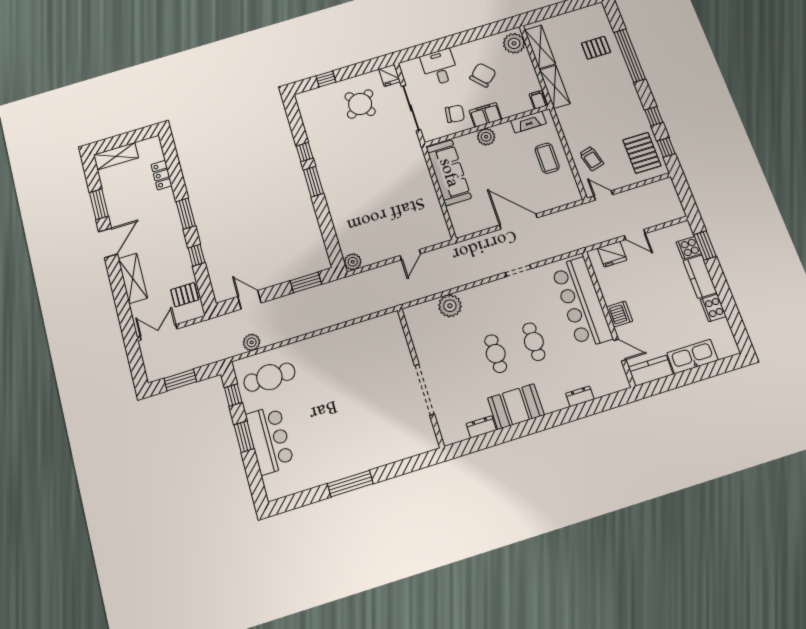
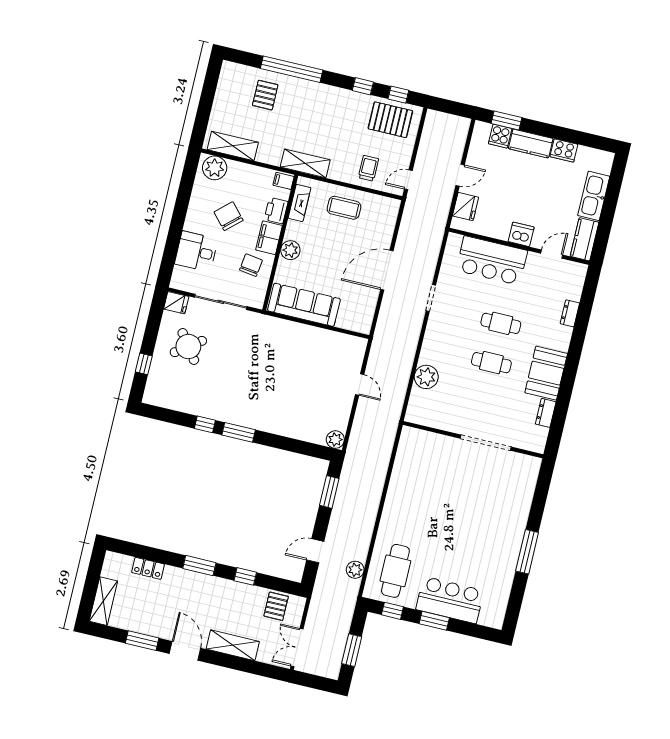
shelving: (555, 87) -> (305, 163), moved
printer: (511, 108) -> (276, 211), added
trolley: (592, 159) -> (368, 168), turned -75
bar counter: (582, 302) -> (492, 261), width x0.73

